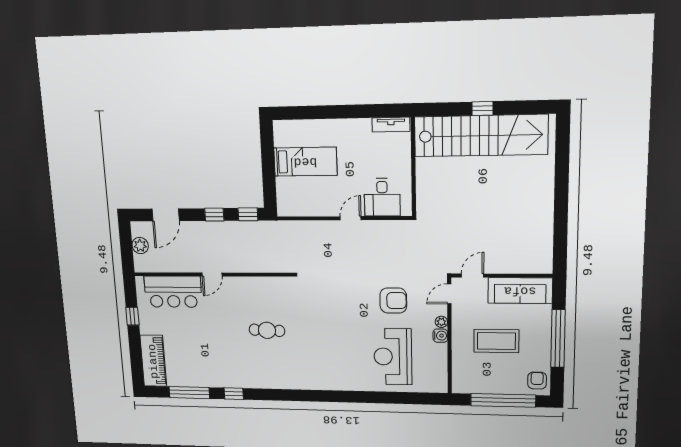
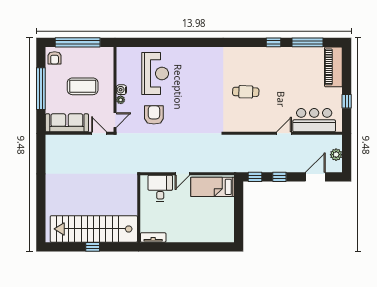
bed: (305, 162) -> (212, 187), moved
door: (472, 276) -> (99, 133), swing flipped
armchair: (393, 301) -> (154, 115), turned 90

